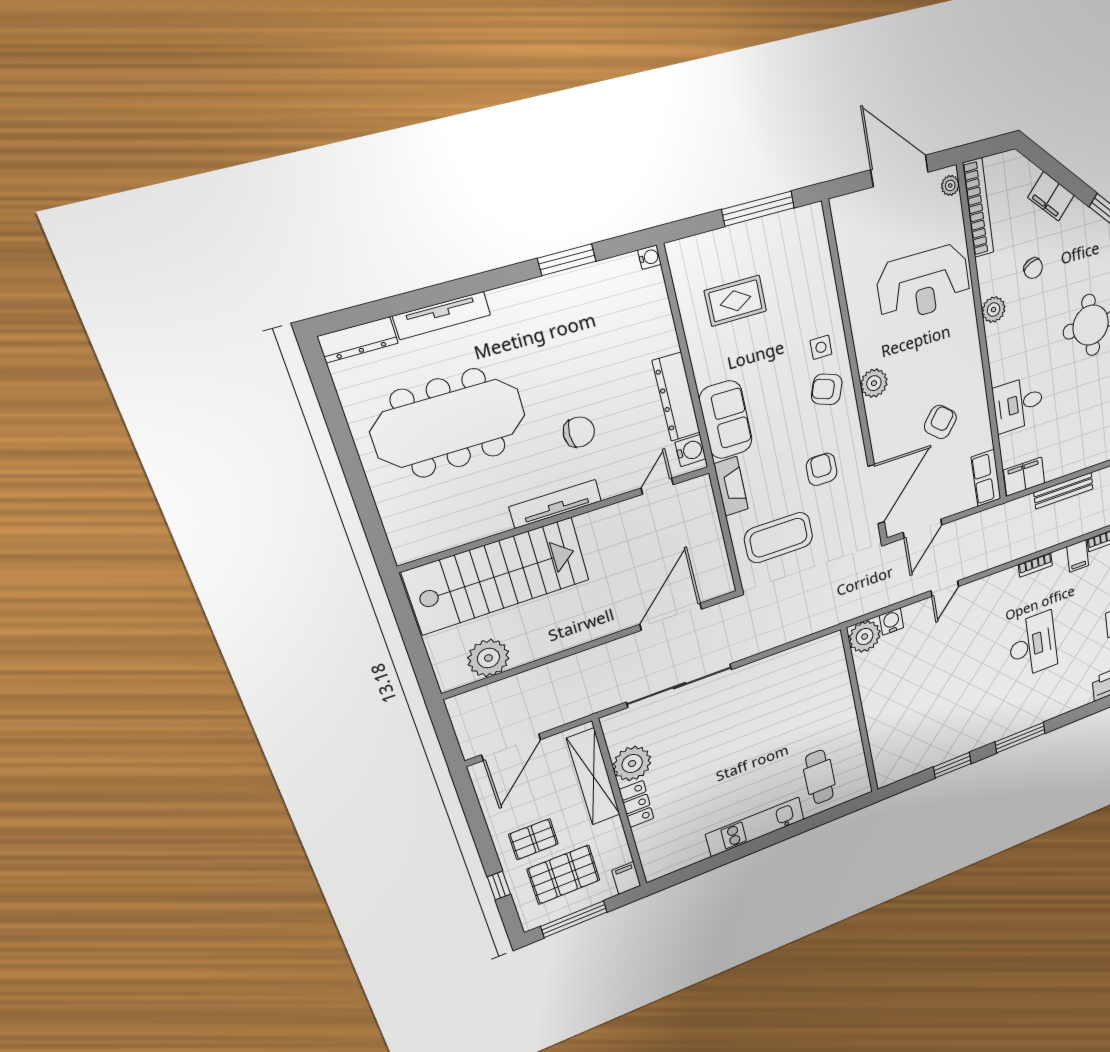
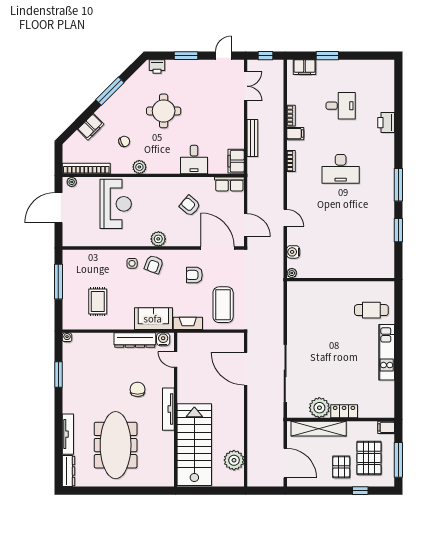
plant: (865, 637) -> (292, 273), width x0.53, depth x0.53
desk: (1033, 645) -> (341, 169), turned 180

